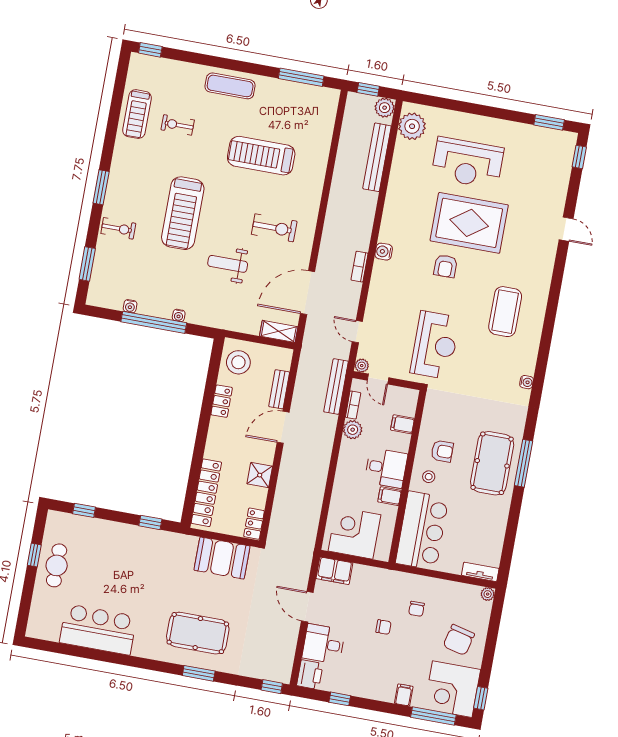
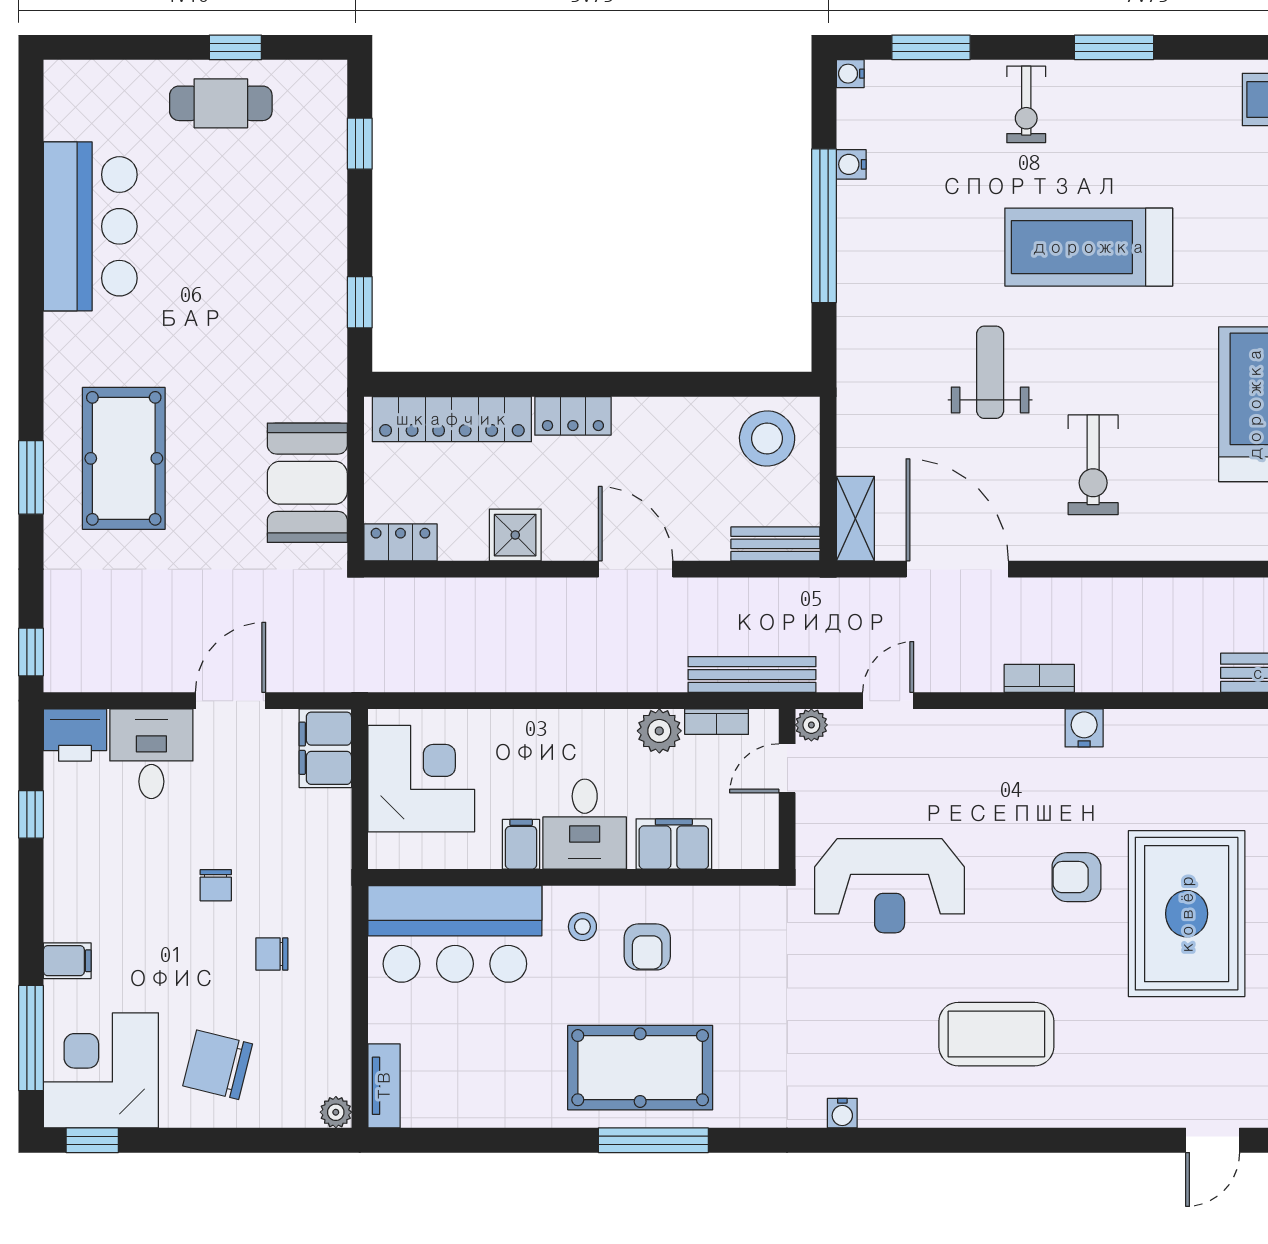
water cooler: (179, 315) -> (850, 74), moved
bench: (279, 389) -> (775, 544), moved
locker: (222, 401) -> (573, 416), moved
filing cabinet: (402, 424) -> (674, 844), width x2.00

